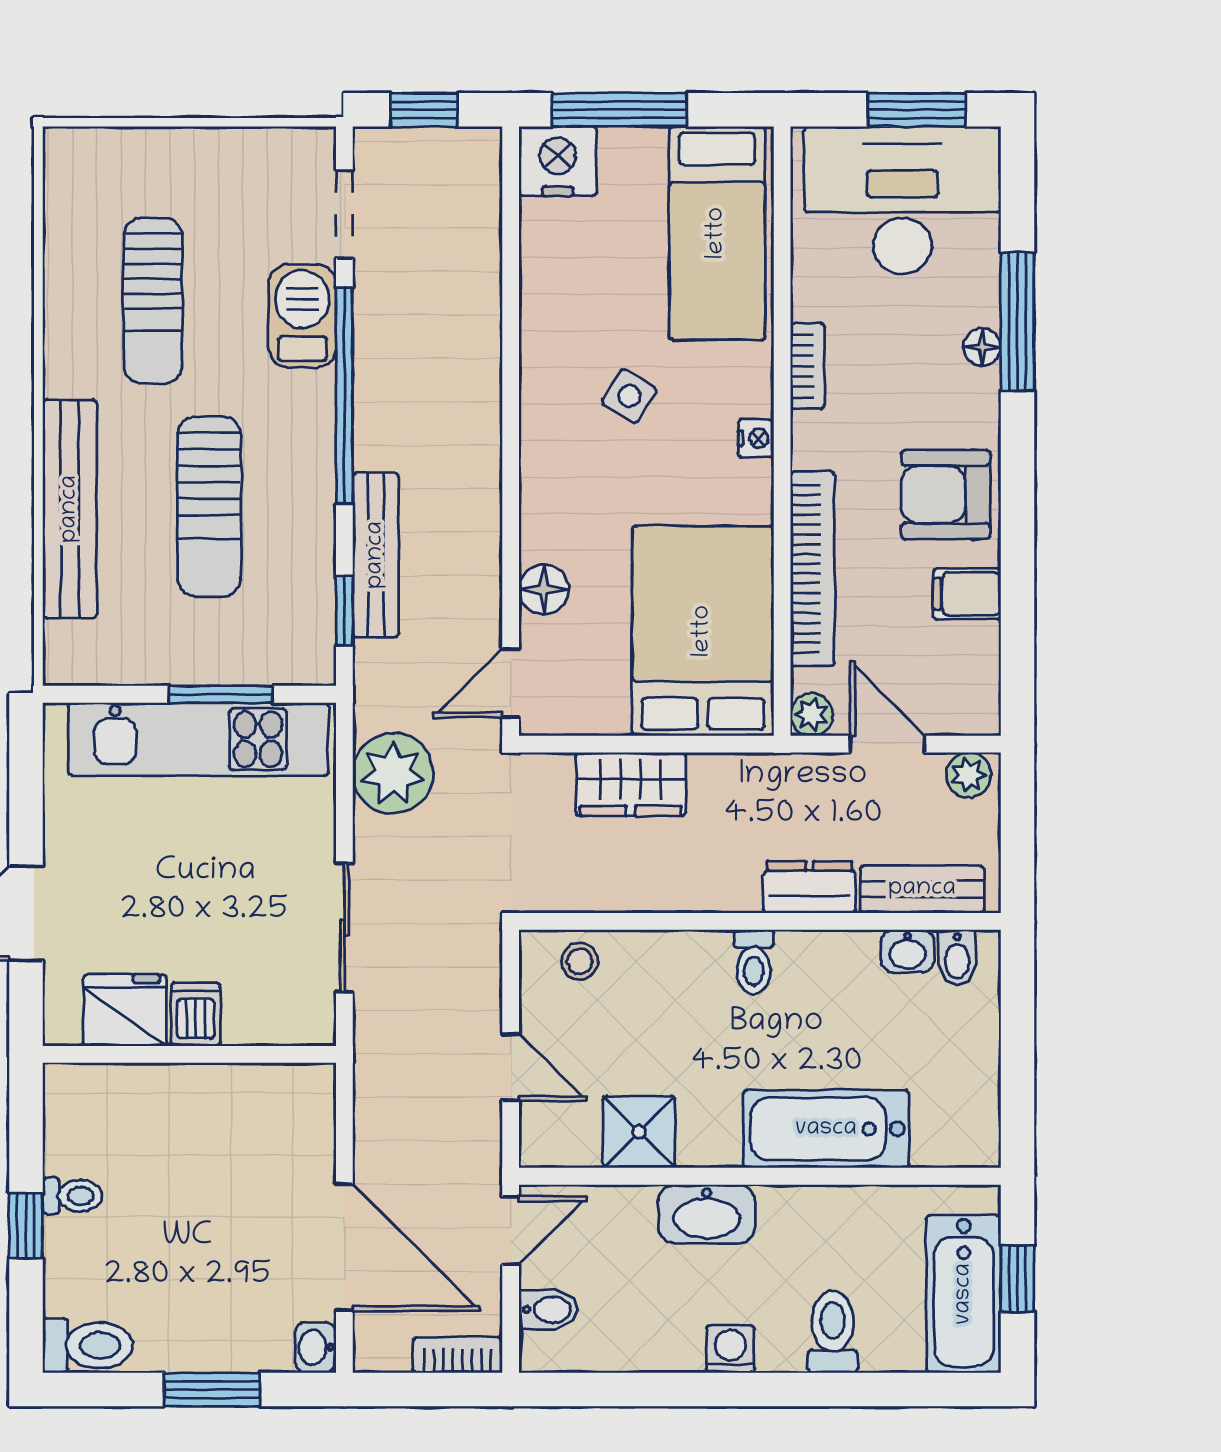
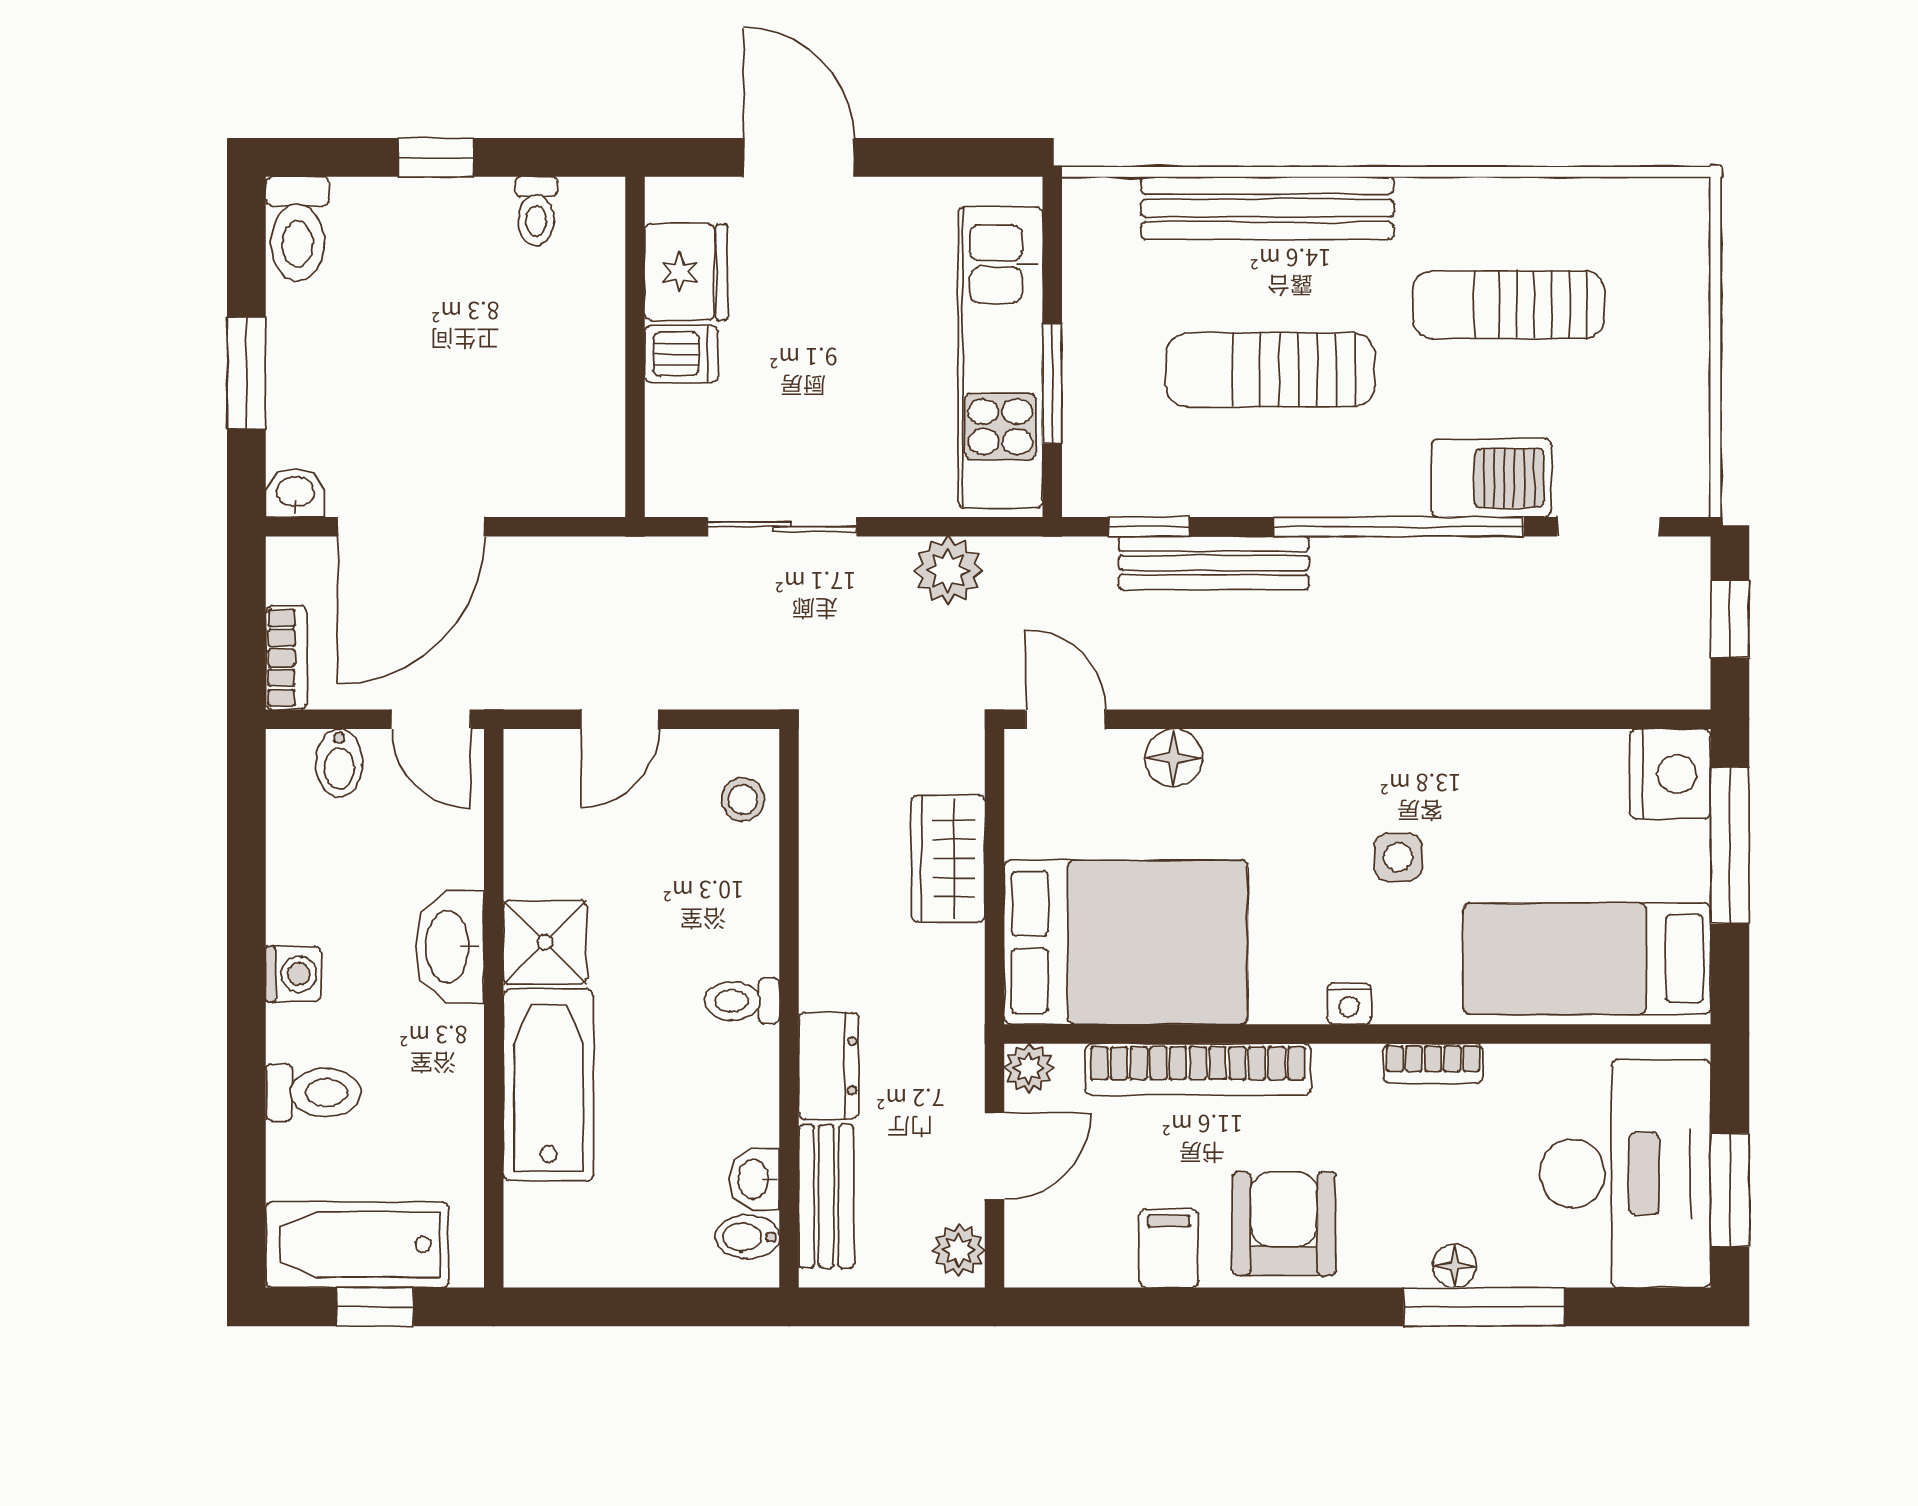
side table: (629, 396) -> (1398, 857), turned -32
plant: (393, 773) -> (948, 570), width x0.73, depth x0.73
shower: (639, 1132) -> (545, 942), moved
toilet: (72, 1196) -> (536, 211), moved

